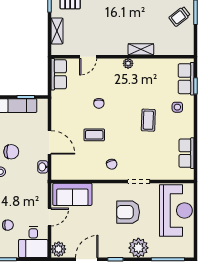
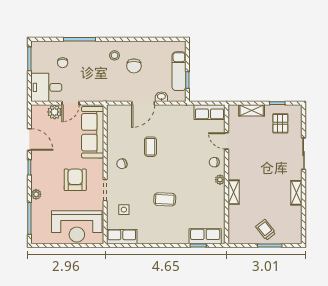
chair: (99, 103) -> (214, 162), moved
side table: (177, 107) -> (124, 210), moved
row of seats: (187, 153) -> (122, 237), moved
washbasin: (43, 167) -> (161, 97), moved
sofa: (72, 194) -> (93, 132), width x1.36
door: (49, 217) -> (71, 103), hinge flipped
plant: (138, 248) -> (36, 194), width x0.53, depth x0.53
plant: (59, 249) -> (55, 112), moved

